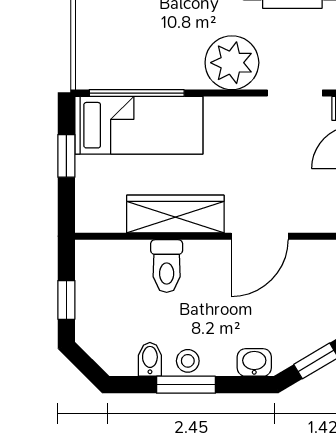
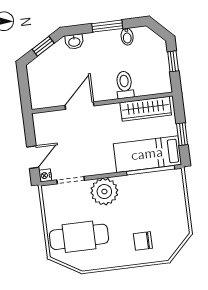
wardrobe: (175, 214) -> (146, 109), moved
stool: (188, 361) -> (108, 38), removed

